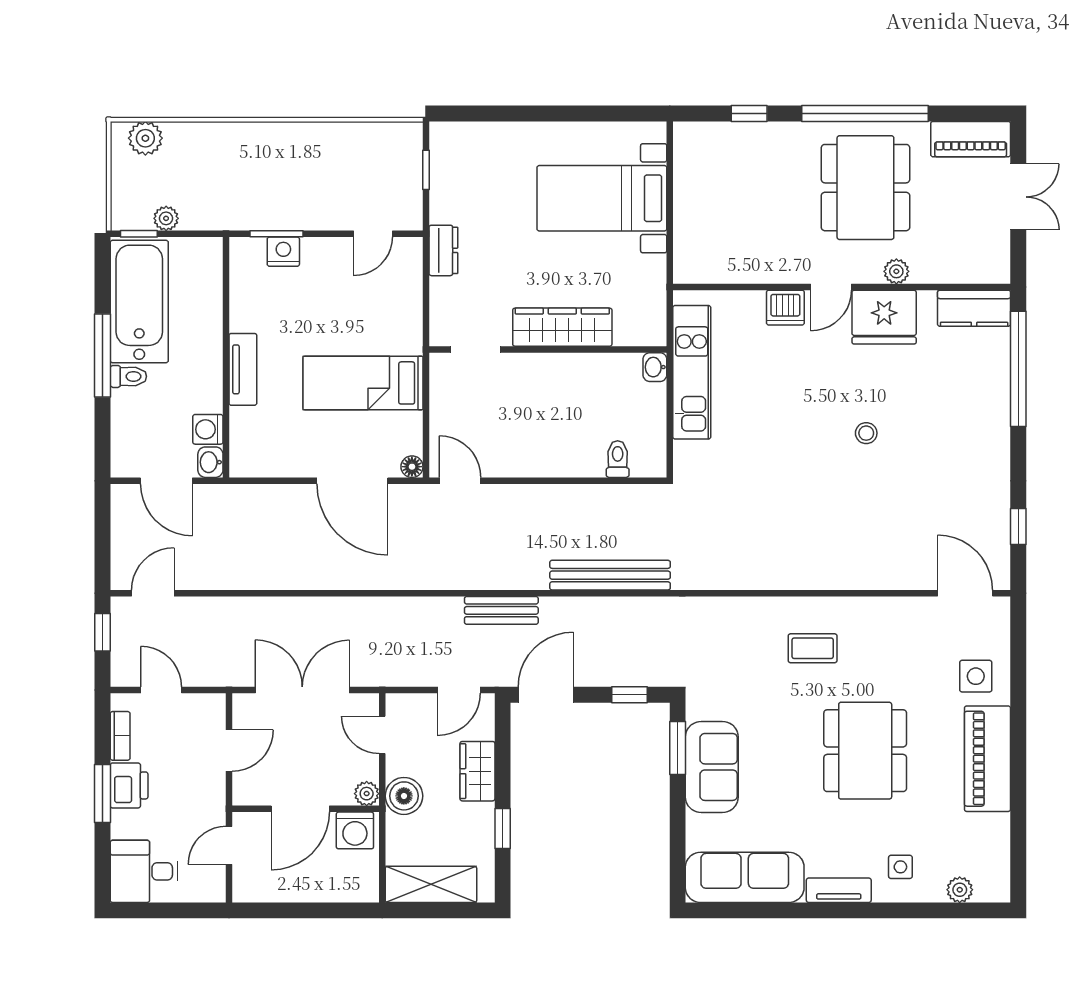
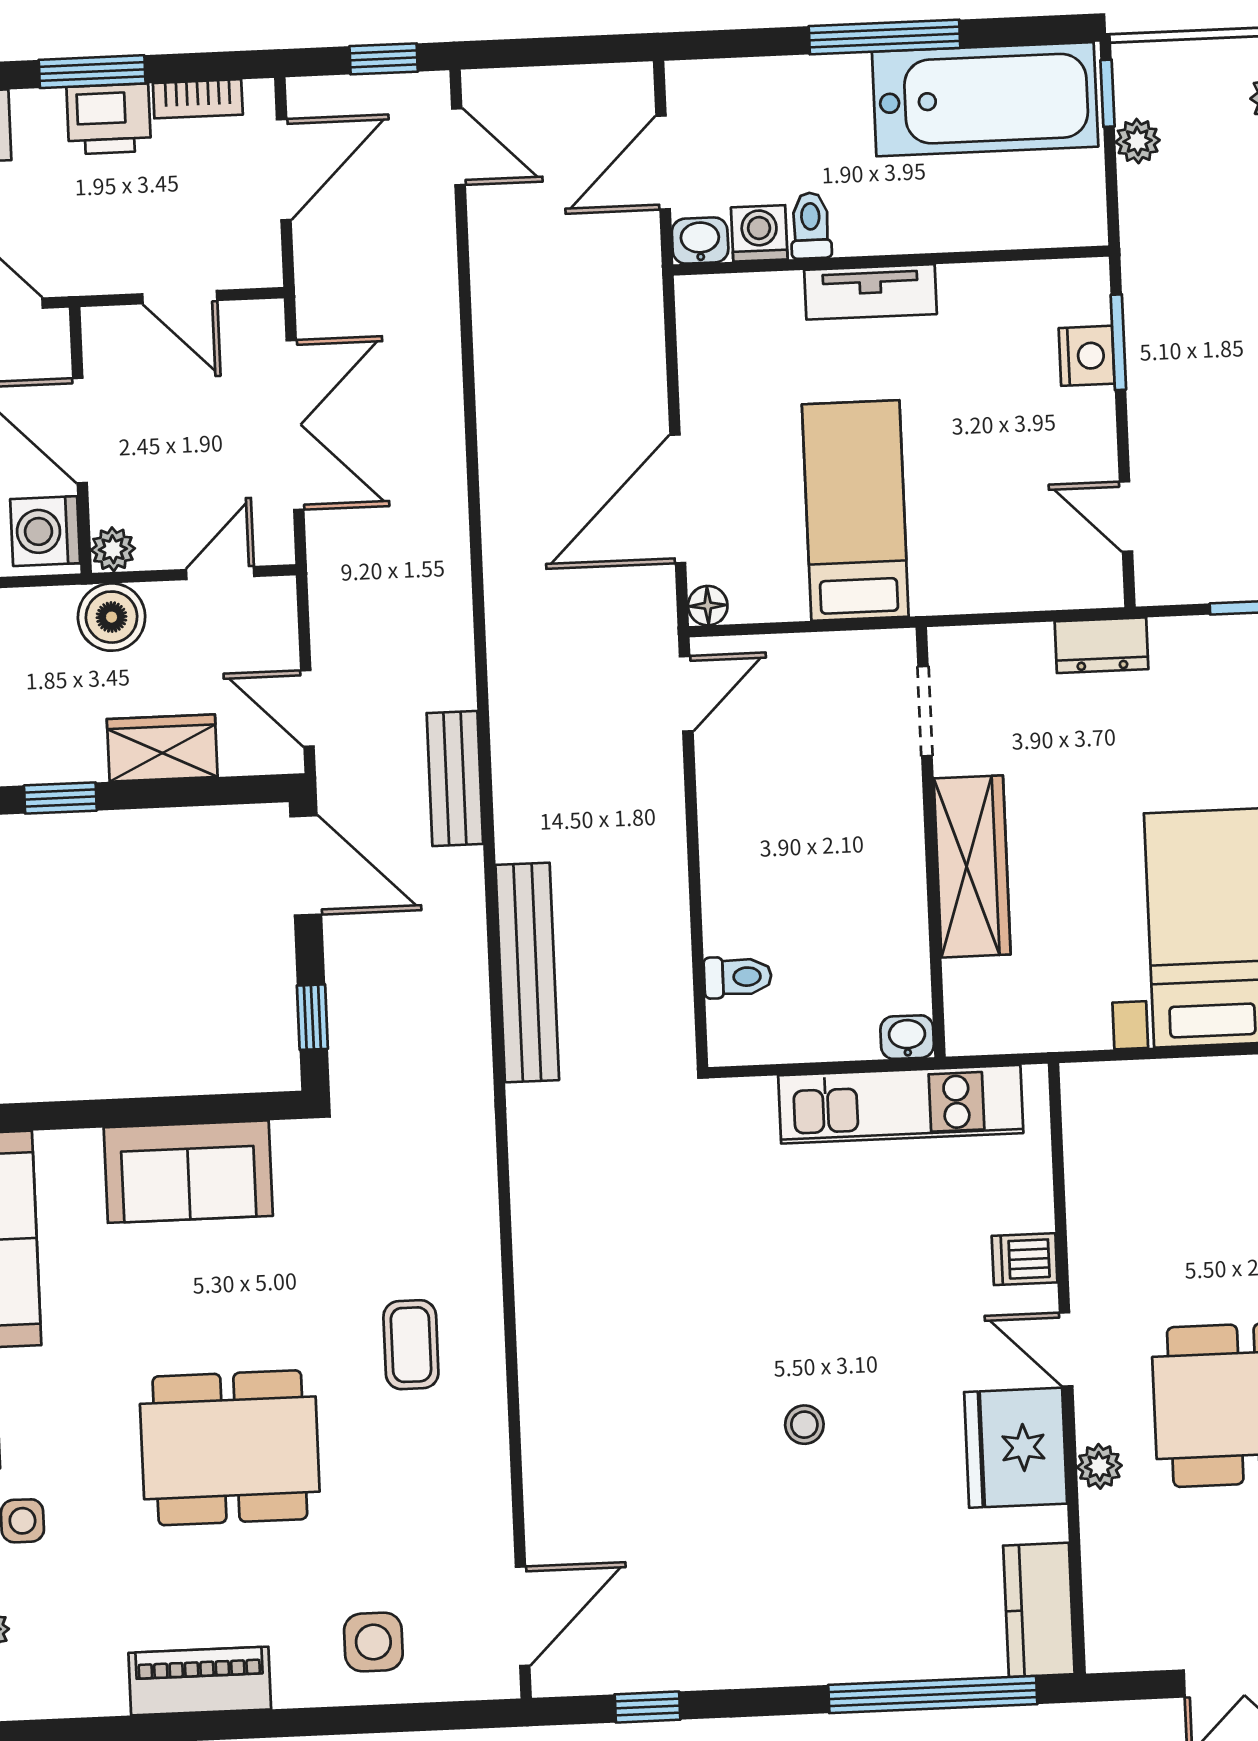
dishwasher: (785, 308) -> (1025, 1259), width x0.73
toilet: (128, 376) -> (811, 226), moved, turned 180
door: (161, 690) -> (284, 170), width x1.38
window: (678, 748) -> (220, 1108), removed
piano: (987, 759) -> (200, 1681), width x0.73, depth x0.75

